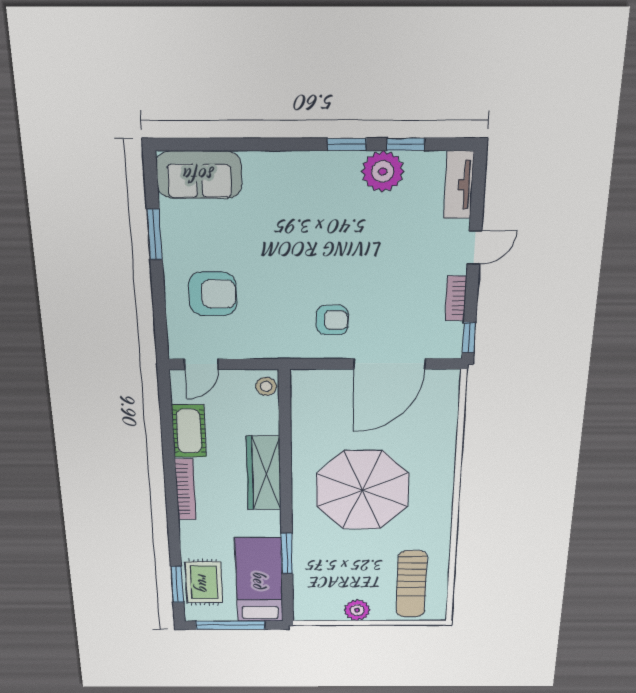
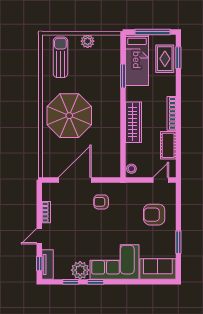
corner sofa: (301, 191) -> (115, 262), added
window: (469, 338) -> (39, 264), moved
parasol: (362, 490) -> (69, 116), moved

